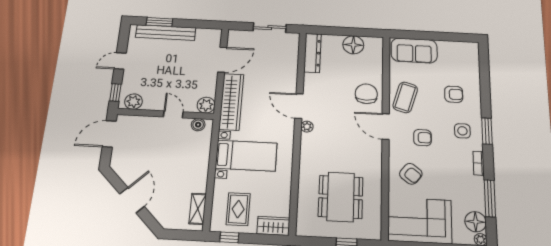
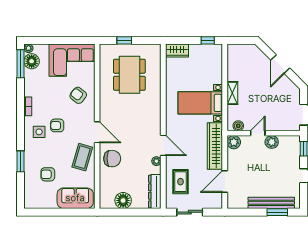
chair: (366, 94) -> (112, 159), turned -90
armchair: (454, 94) -> (48, 174), moved
plant: (133, 102) -> (272, 142), moved
door: (173, 114) -> (258, 133), swing flipped
plant: (307, 127) -> (156, 161), moved
window: (487, 131) -> (20, 161), moved
armchair: (422, 138) -> (57, 125), moved
window: (490, 198) -> (20, 64), moved
shelving: (198, 209) -> (232, 93), moved
rug: (238, 209) -> (181, 182), moved

